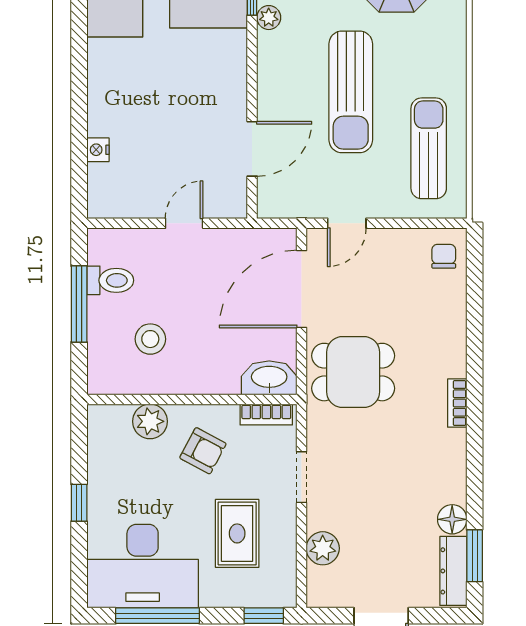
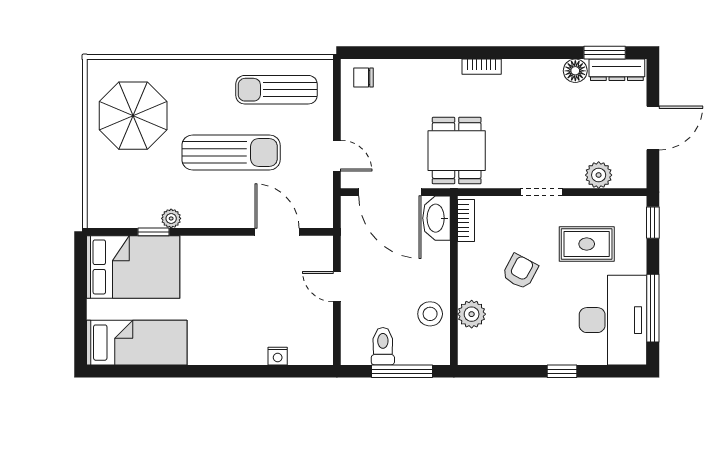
washbasin: (269, 378) -> (436, 218), moved
wall: (192, 399) -> (454, 280), moved
bookcase: (266, 414) -> (466, 220), moved
plant: (150, 421) -> (472, 314), moved

